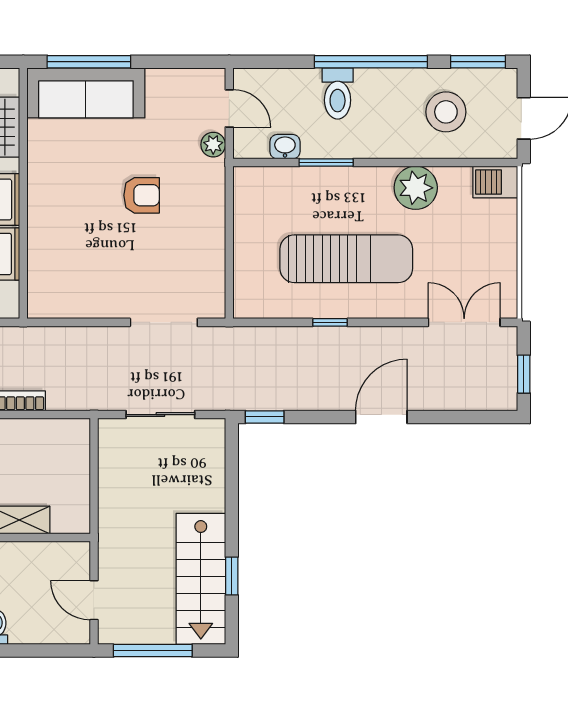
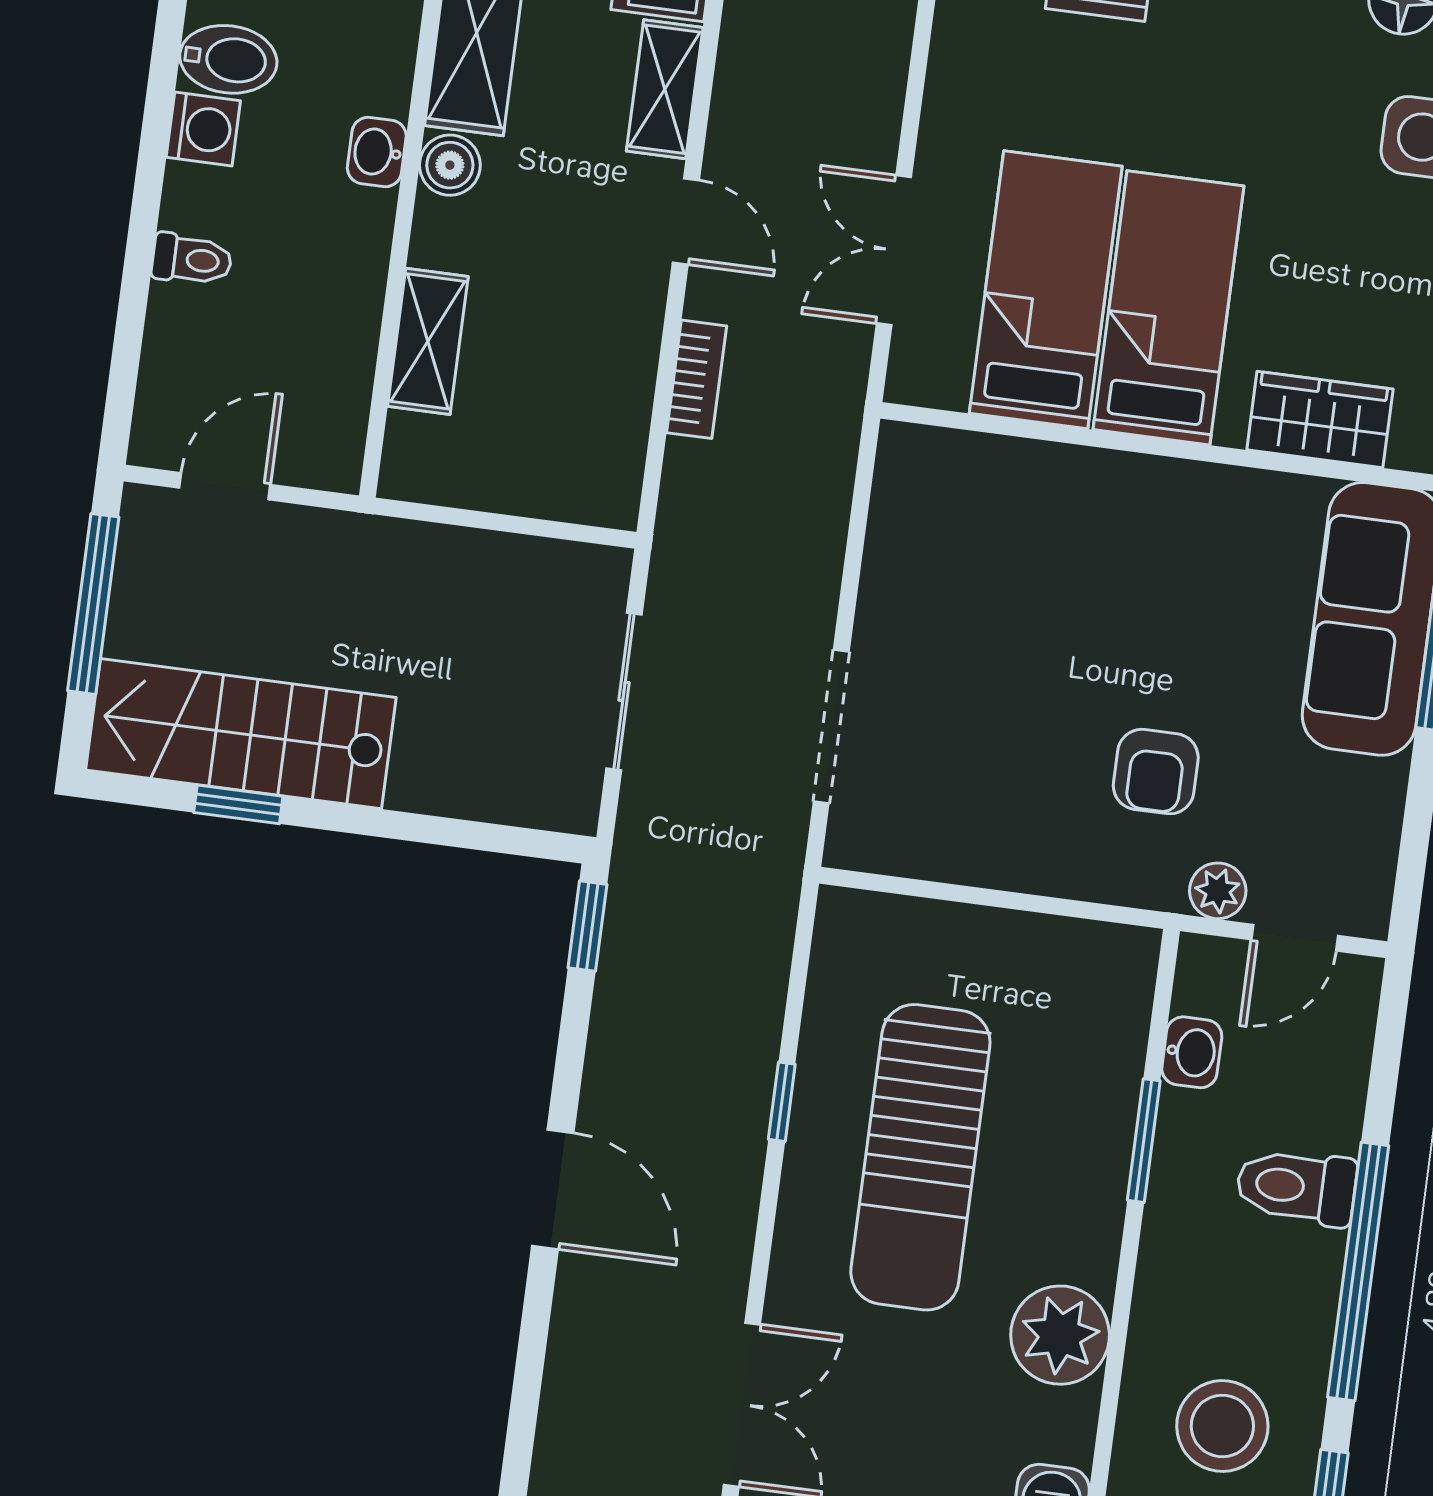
armchair: (142, 195) -> (1156, 772), moved

